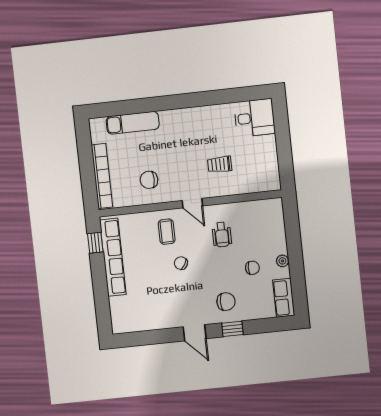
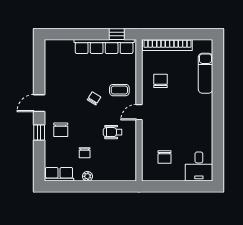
trolley: (220, 164) -> (166, 136), removed
chair: (247, 164) -> (165, 157), added

